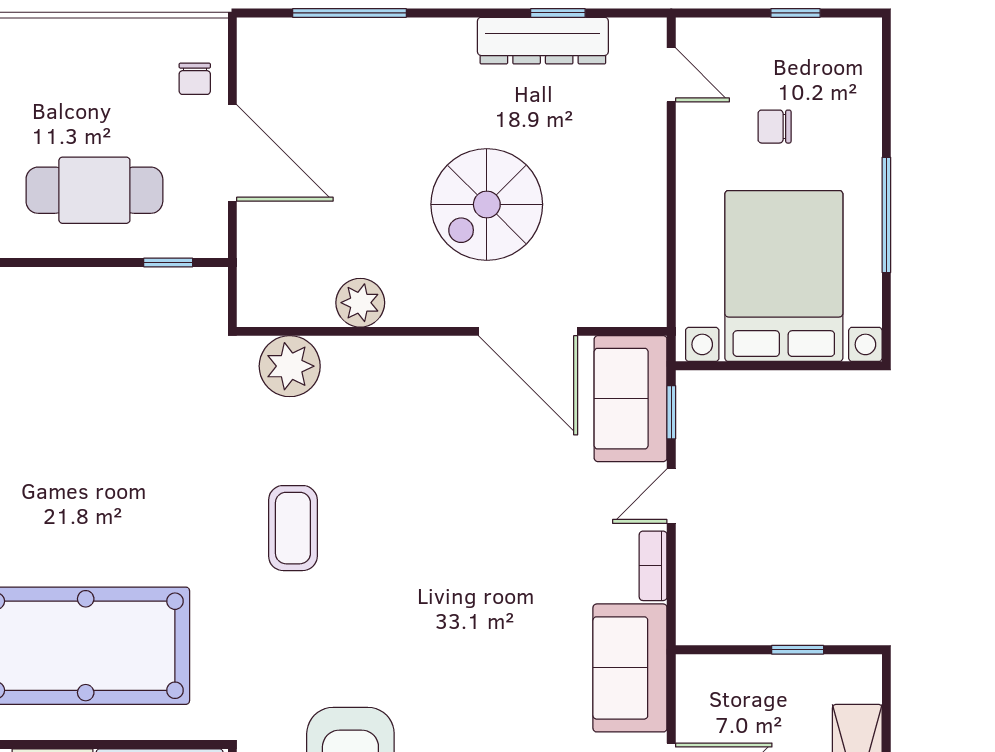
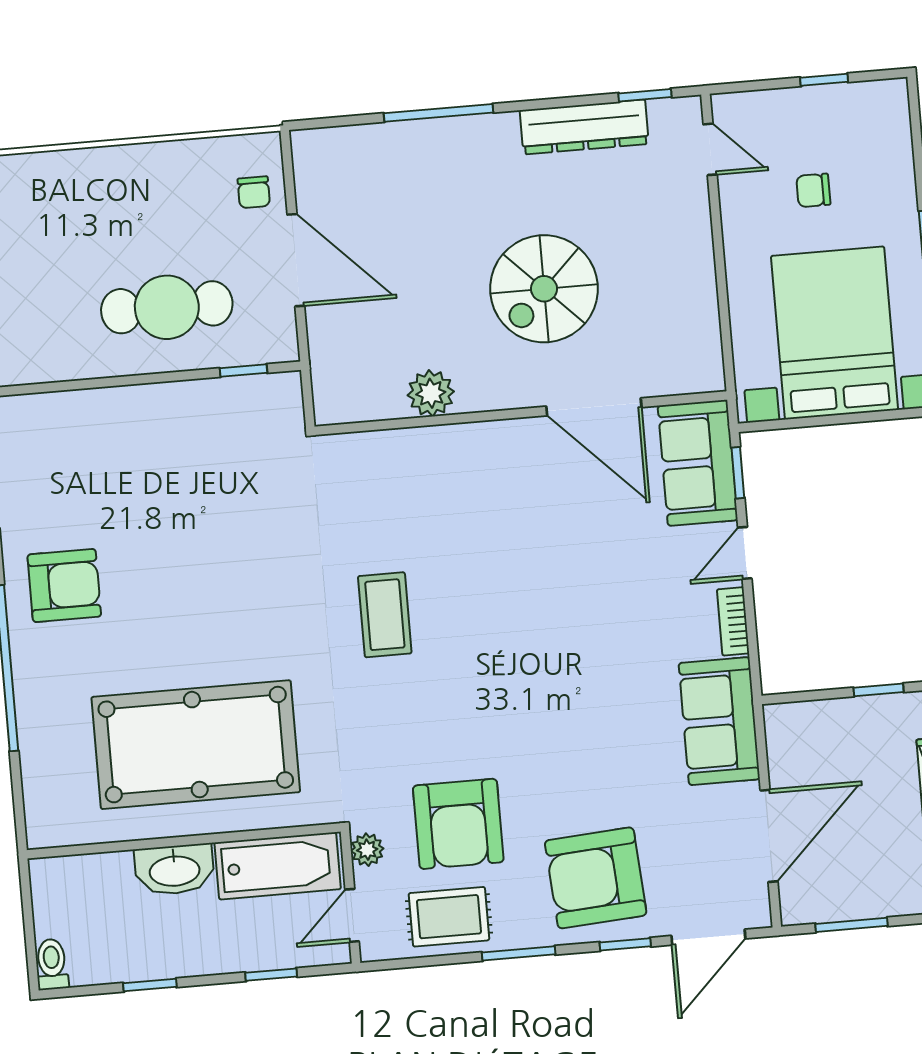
window: (349, 13) -> (439, 113), moved
window: (558, 13) -> (645, 95), moved
plant: (290, 366) -> (368, 460), removed

